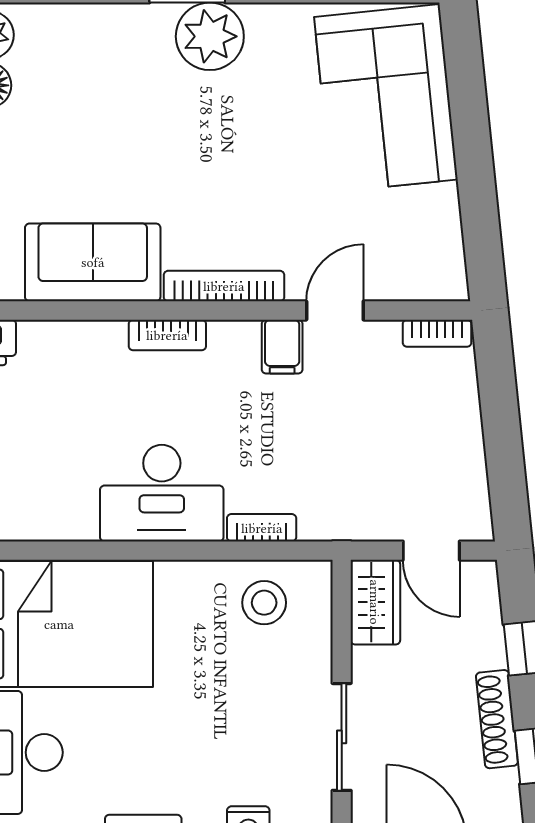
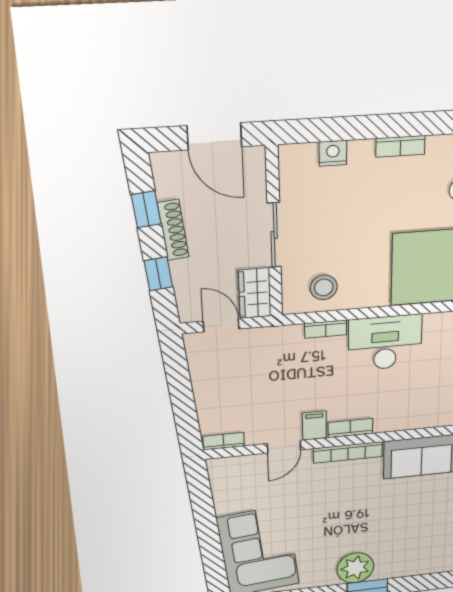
bookcase: (167, 335) -> (350, 428), moved
sliding door: (342, 737) -> (274, 235), moved

